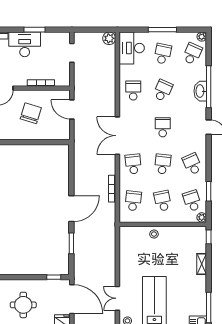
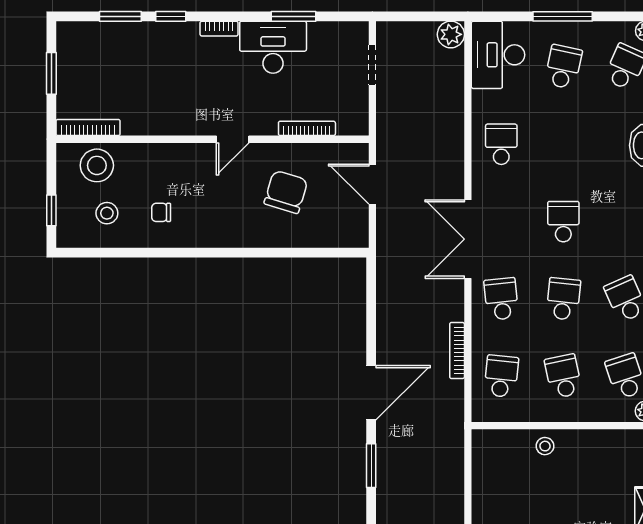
school desk: (163, 91) -> (563, 144), removed

